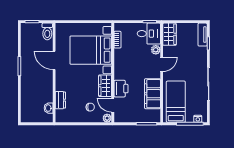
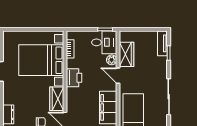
wardrobe: (169, 34) -> (127, 54), moved
door: (162, 64) -> (118, 76), swing flipped
printer: (121, 89) -> (74, 78), moved

